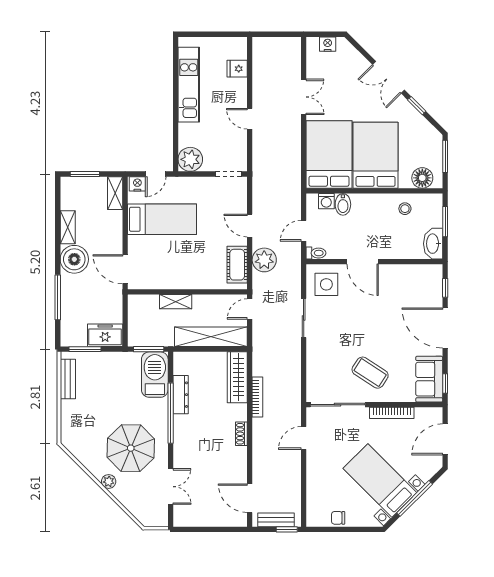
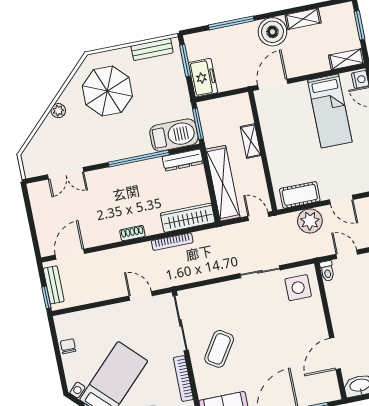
door: (250, 226) -> (341, 200), swing flipped
door: (363, 262) -> (335, 354), moved
dresser: (181, 395) -> (183, 160), moved
parasol: (131, 448) -> (107, 91), moved

